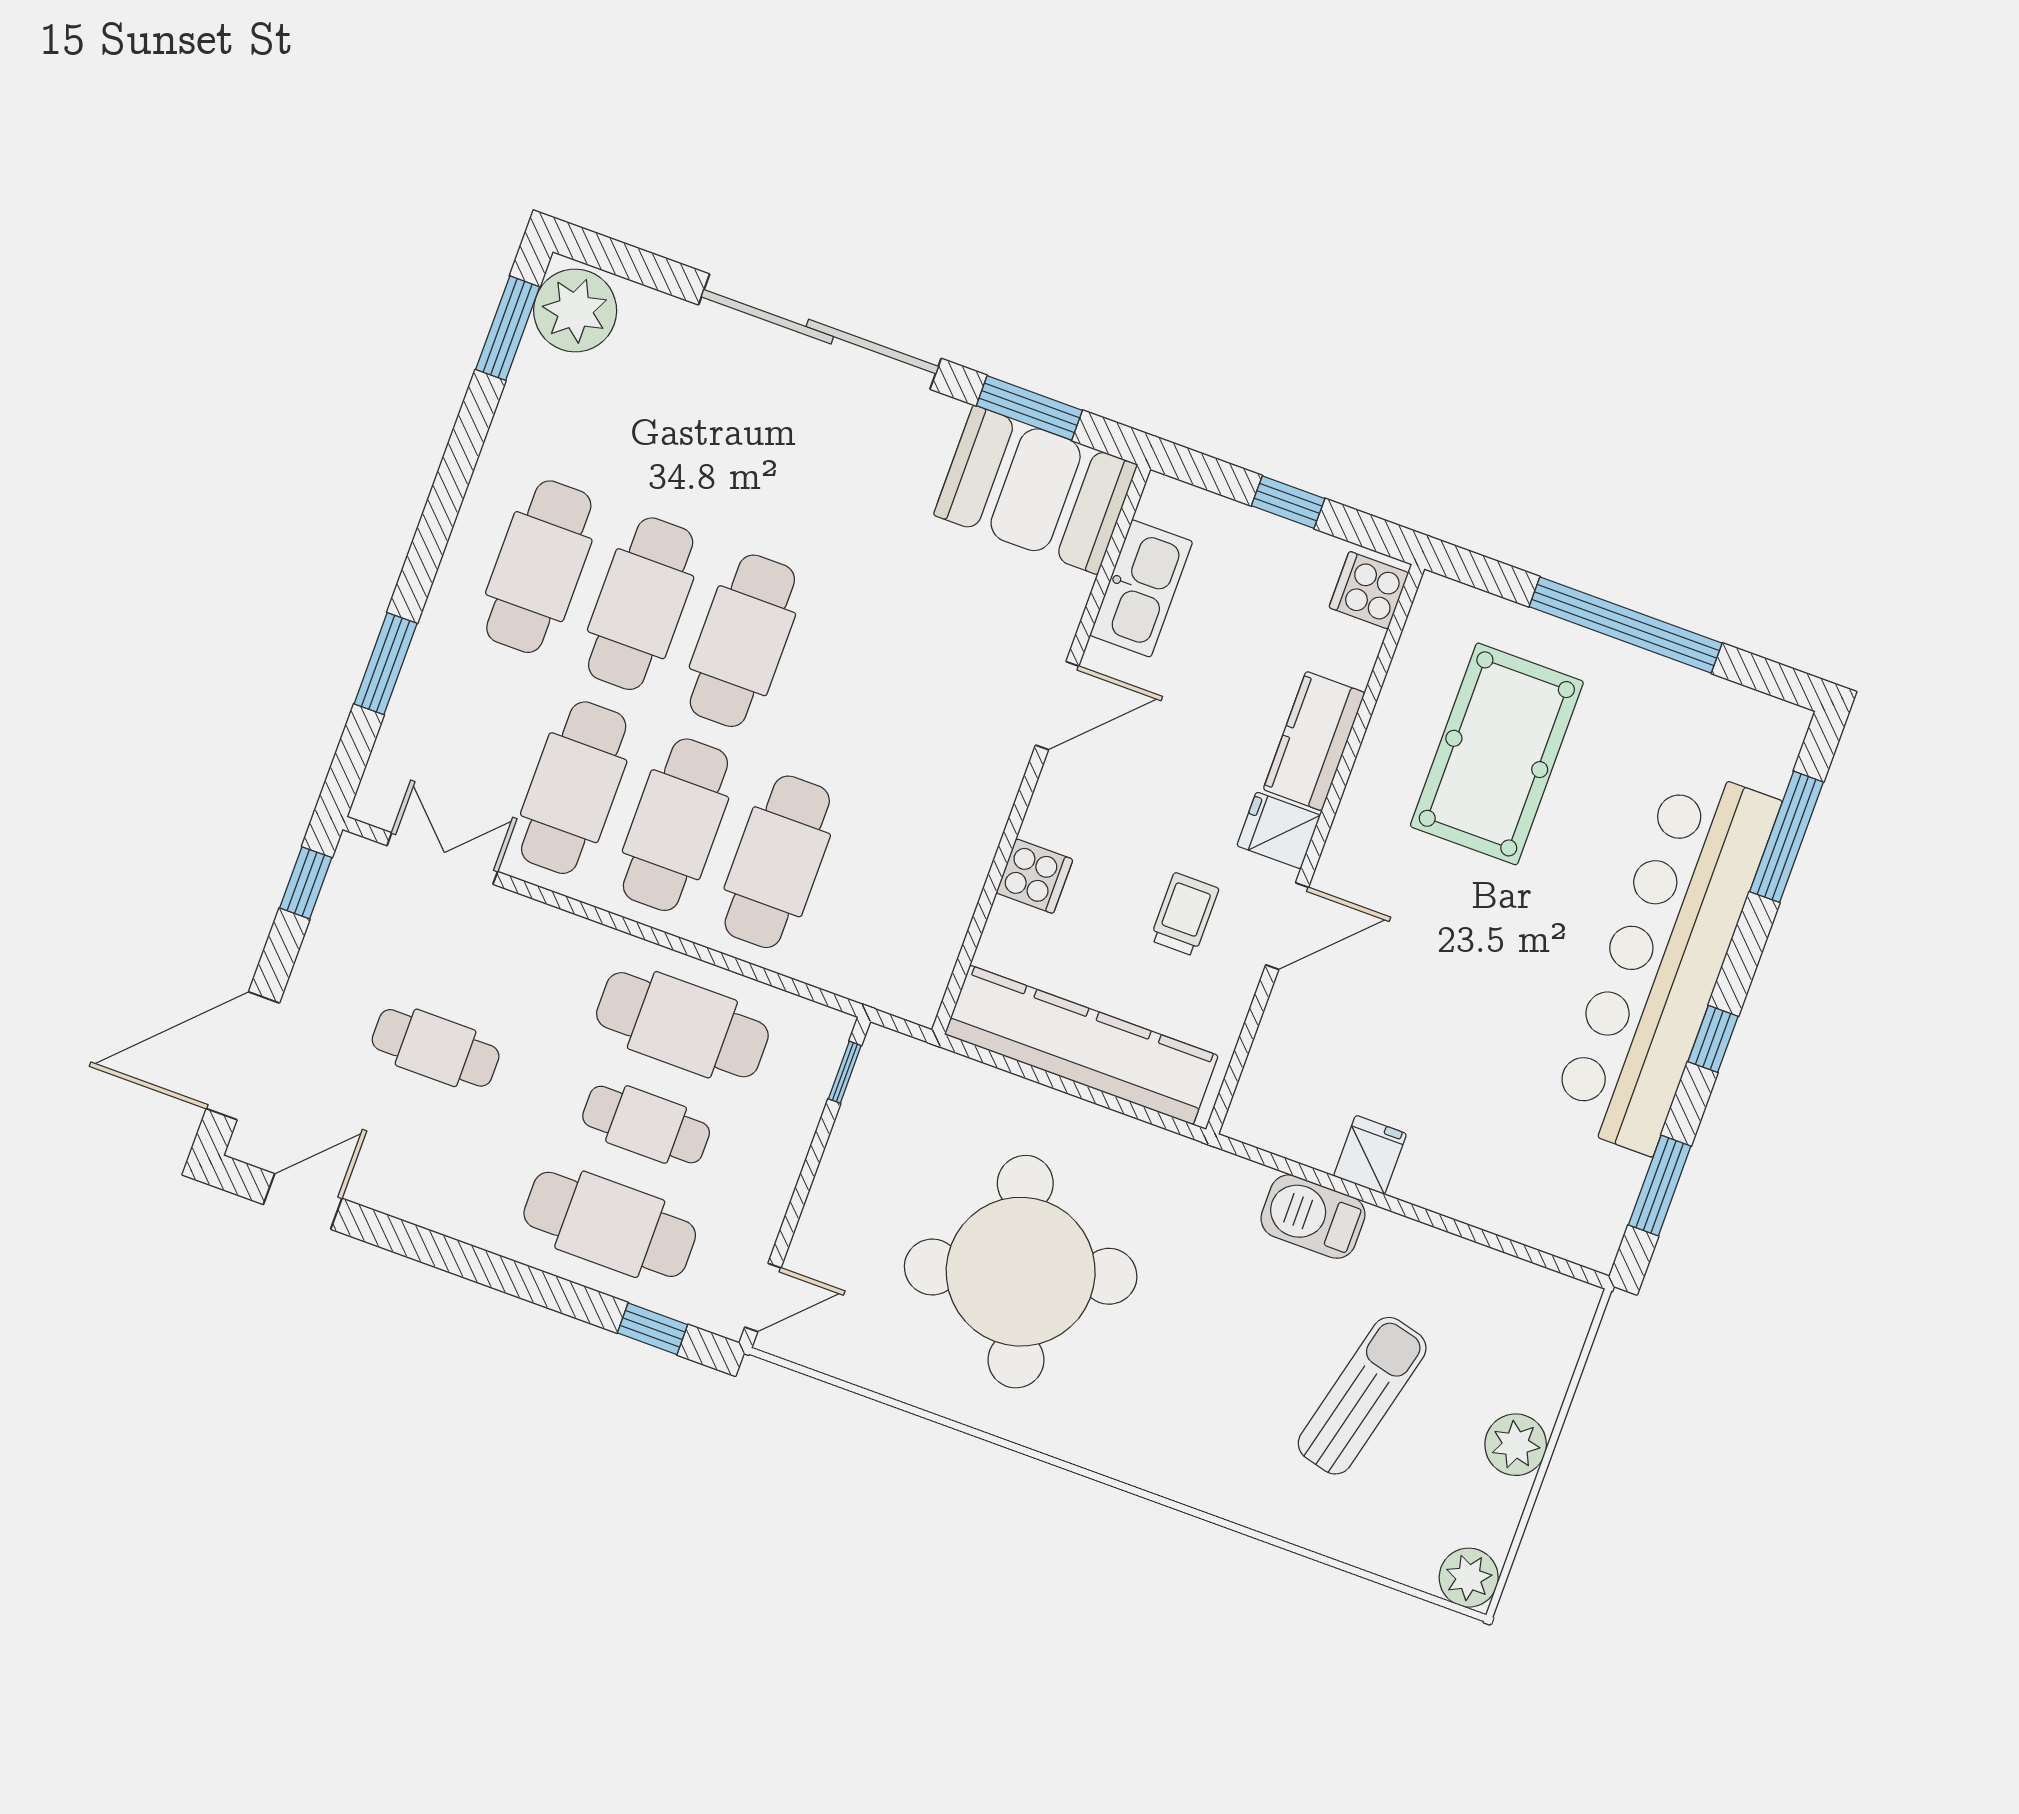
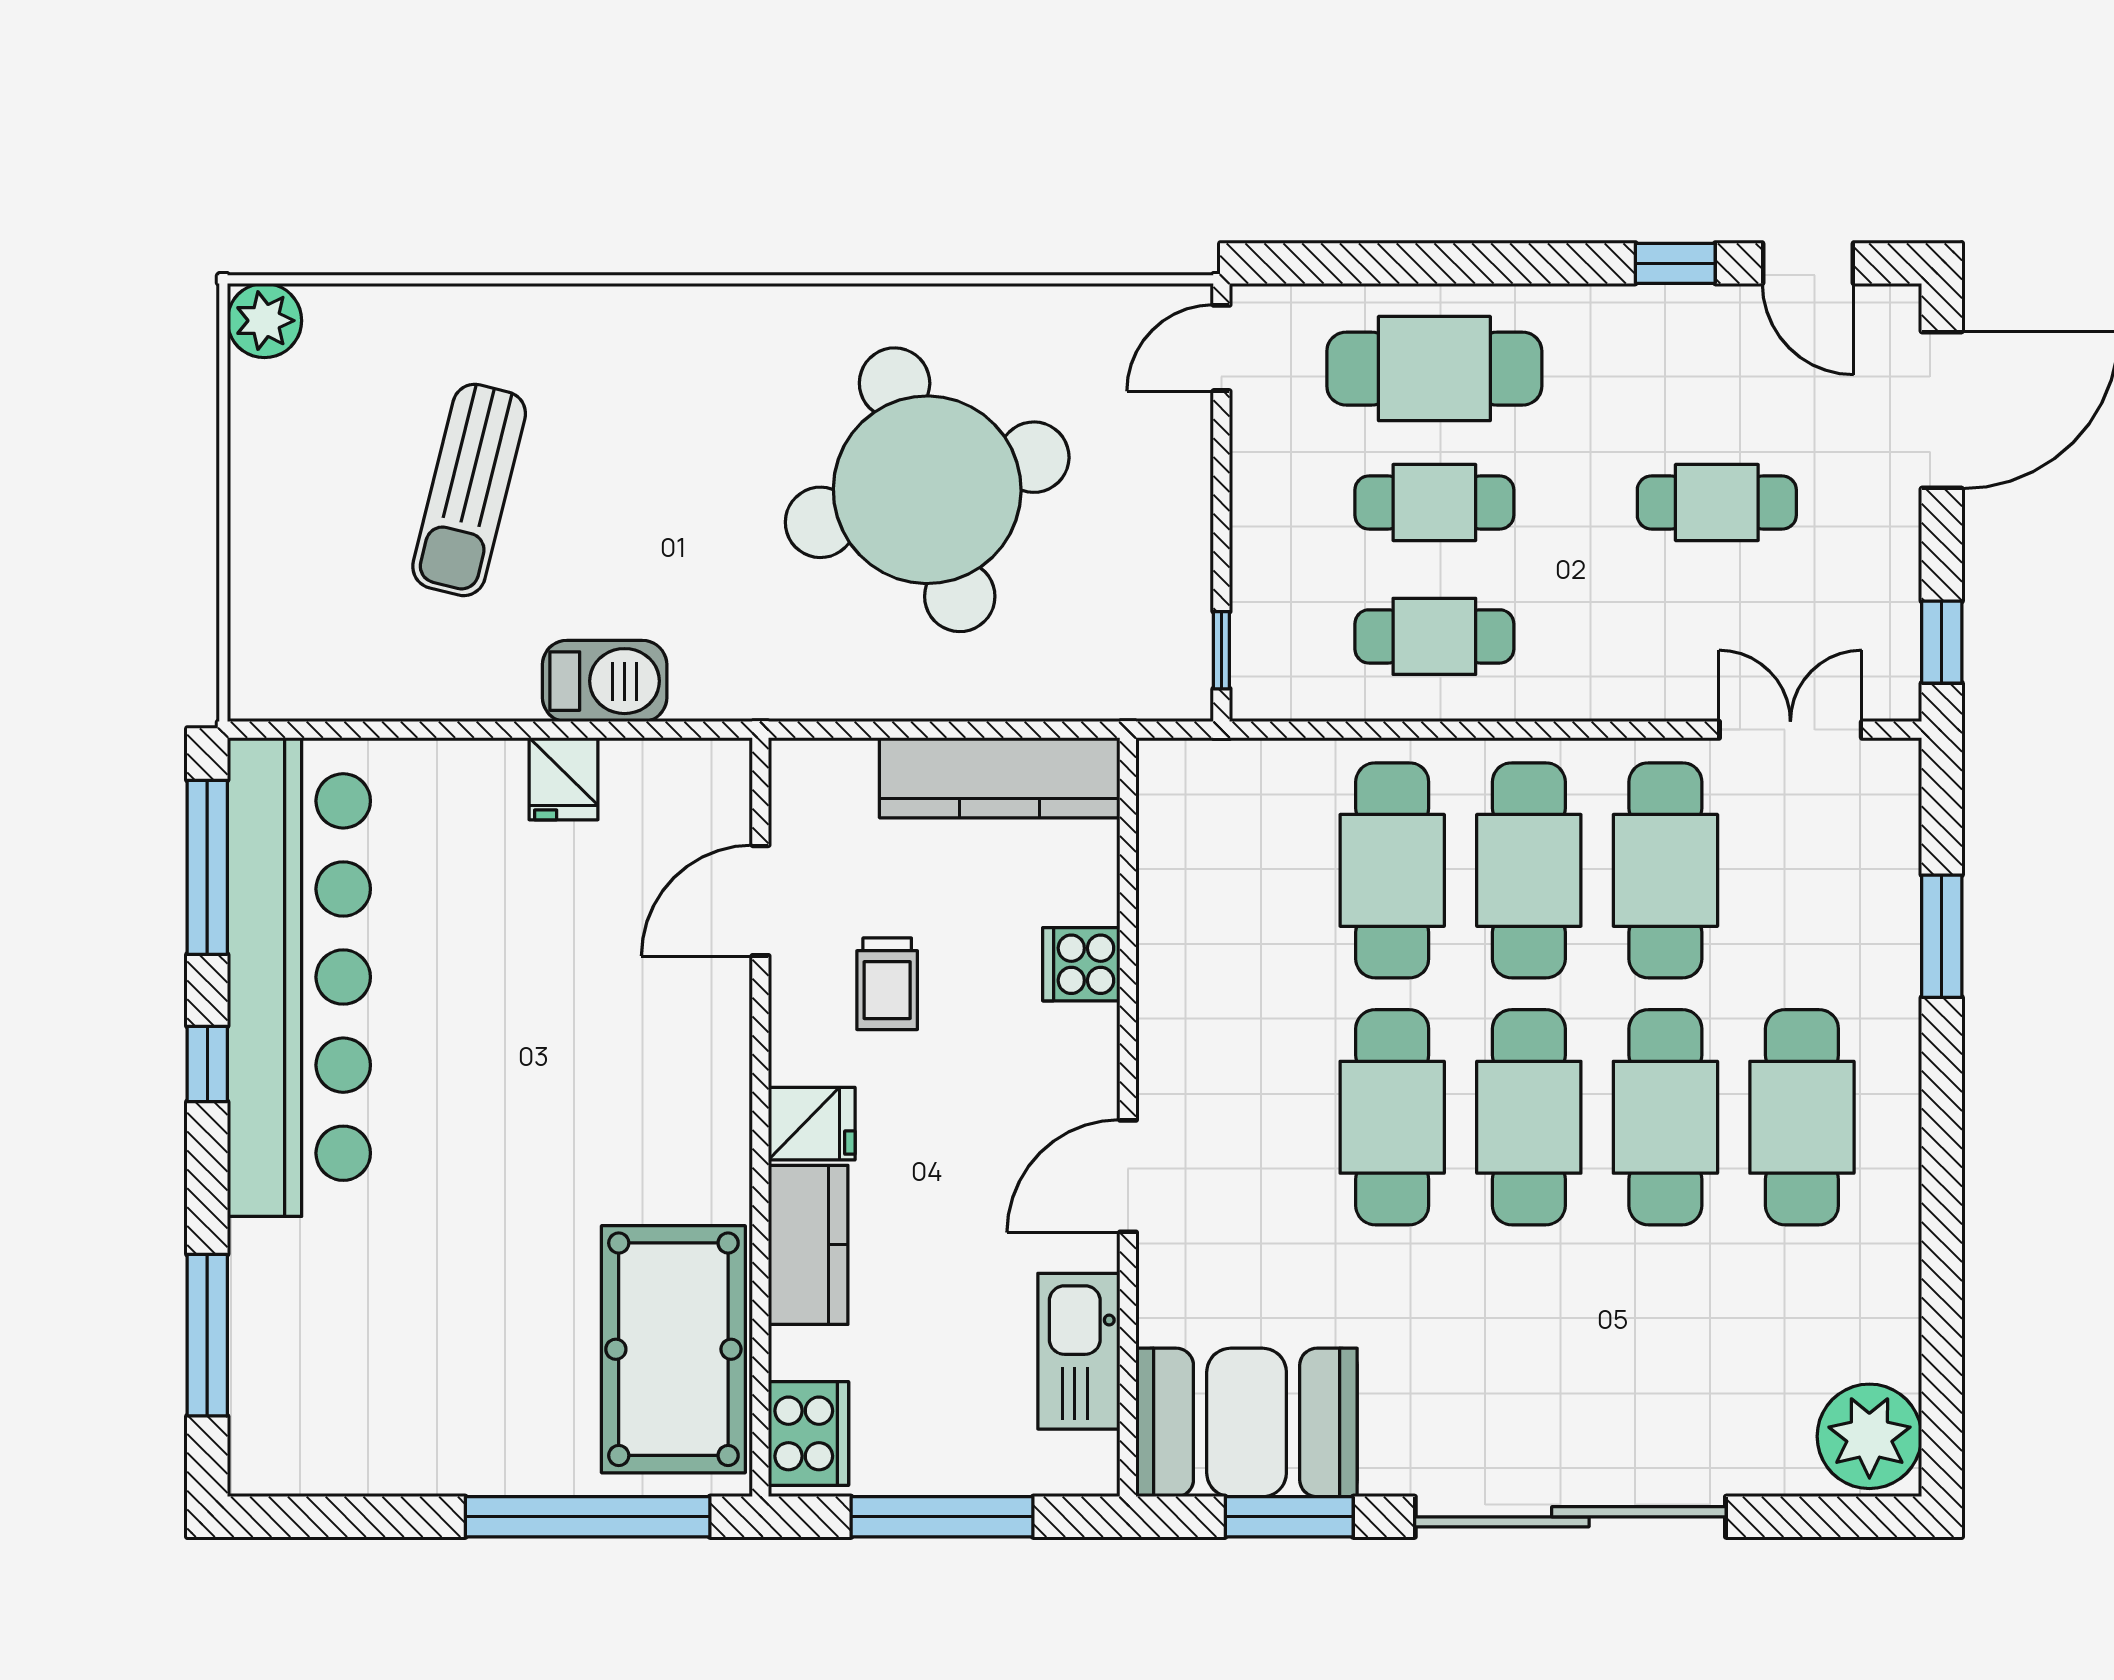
window: (508, 328) -> (1942, 1386), removed
window: (1288, 502) -> (942, 1517), width x2.17
cooker: (1369, 590) -> (809, 1433), width x1.36
window: (1626, 625) -> (588, 1517), moved
cafe table: (844, 678) -> (1392, 1117), added
pool table: (1497, 754) -> (673, 1349), moved
double door: (442, 859) -> (1790, 730), swing flipped
door: (1287, 926) -> (760, 901), moved
bar counter: (1664, 960) -> (299, 977), moved
cafe table: (682, 1025) -> (1434, 636), width x0.73, depth x0.74
kitchen counter: (1081, 1045) -> (1000, 778), width x0.72, depth x0.86
window: (1660, 1185) -> (207, 867), width x1.44
door: (303, 1201) -> (1808, 263), hinge flipped
window: (653, 1329) -> (1675, 263), moved
plant: (1516, 1445) -> (266, 498), removed

